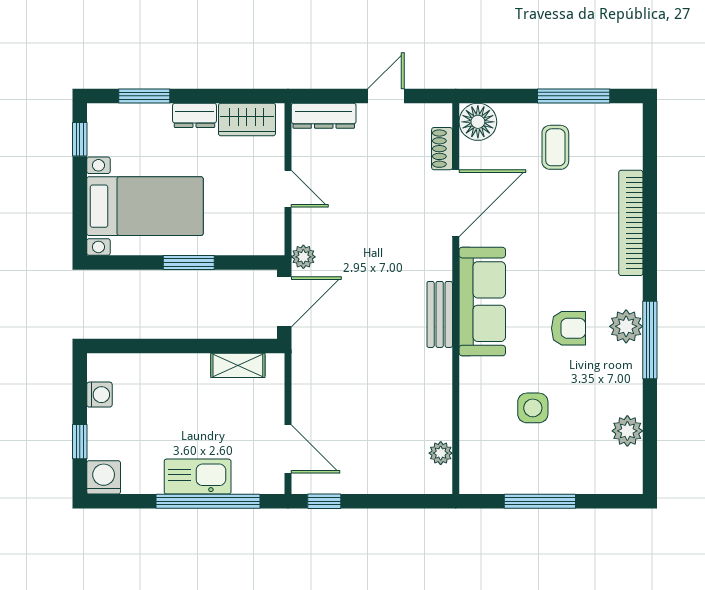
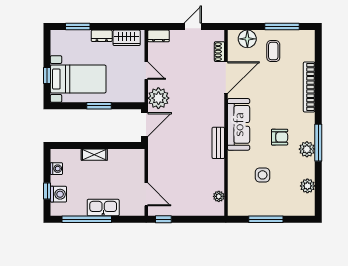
dresser: (324, 116) -> (158, 36), width x0.70
floor lamp: (478, 122) -> (247, 39), moved
window: (80, 139) -> (47, 75), moved
plant: (303, 257) -> (158, 98), width x1.88, depth x1.88
bench: (440, 314) -> (218, 143), moved
plant: (626, 326) -> (307, 149), moved
shelving: (238, 365) -> (94, 155), moved
washing machine: (104, 477) -> (58, 194), moved, turned 90
window: (208, 501) -> (87, 219), moved

